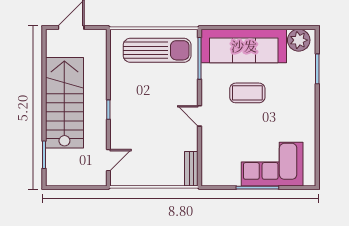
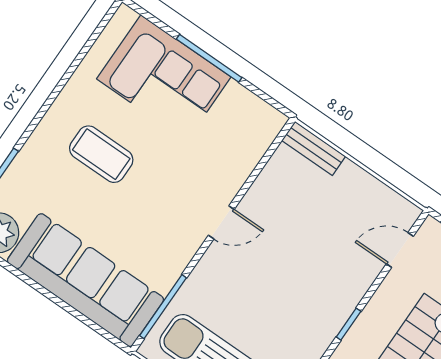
coffee table: (247, 93) -> (101, 154), moved
door: (199, 116) -> (221, 222), hinge flipped
bench: (191, 169) -> (314, 148), moved, turned 90

